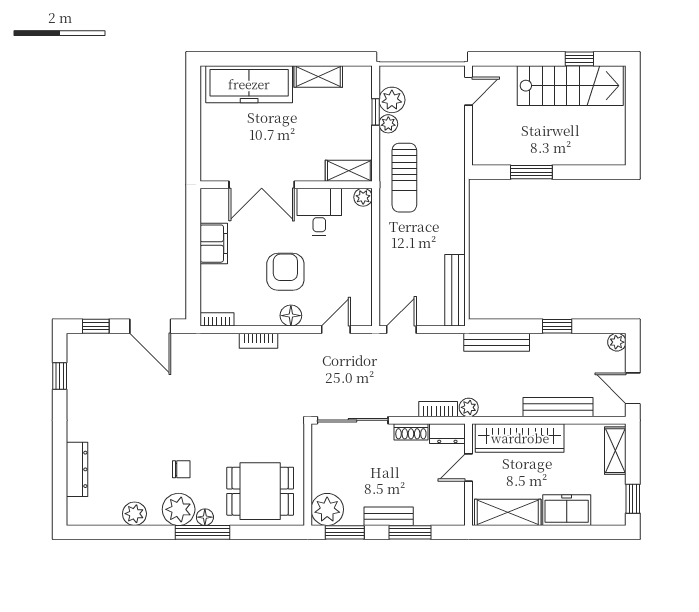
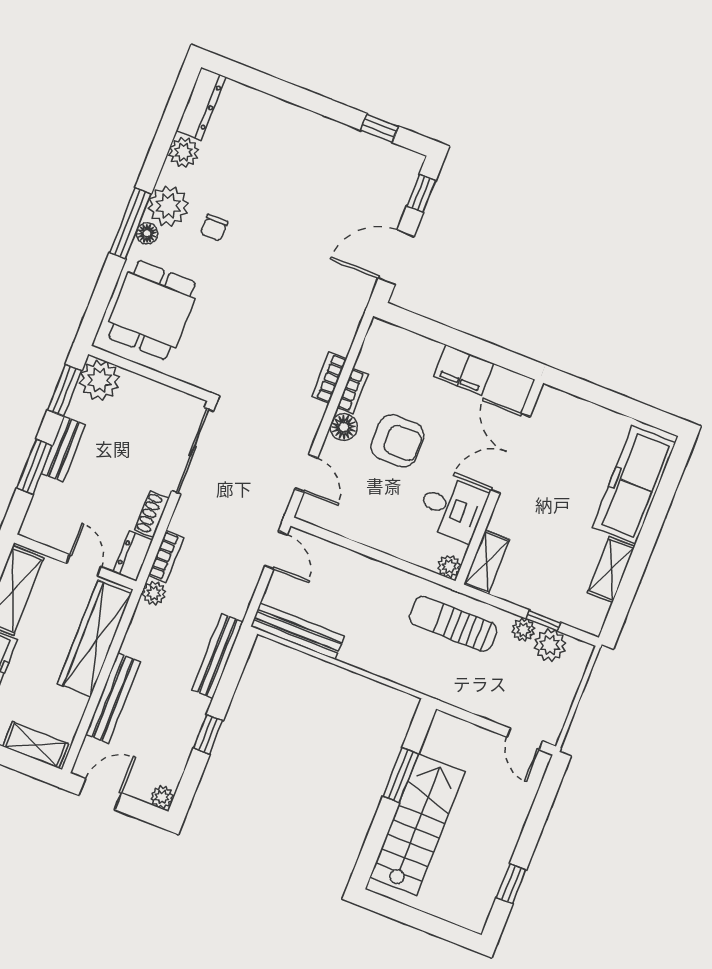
stairs: (570, 86) -> (417, 825), moved, turned 180
bookcase: (217, 319) -> (353, 391), moved
dresser: (77, 469) -> (201, 104), moved, turned -90

